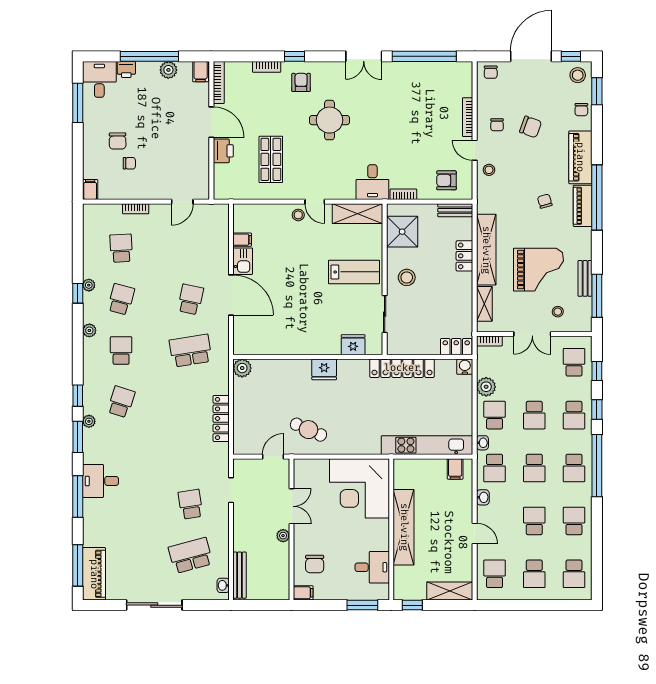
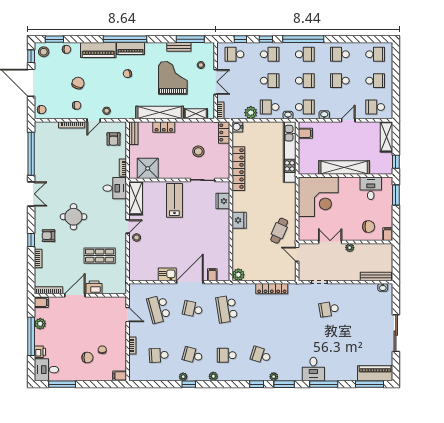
filing cabinet: (242, 240) -> (212, 275), moved
stool: (407, 277) -> (198, 151), moved
school desk: (191, 555) -> (159, 309), moved

